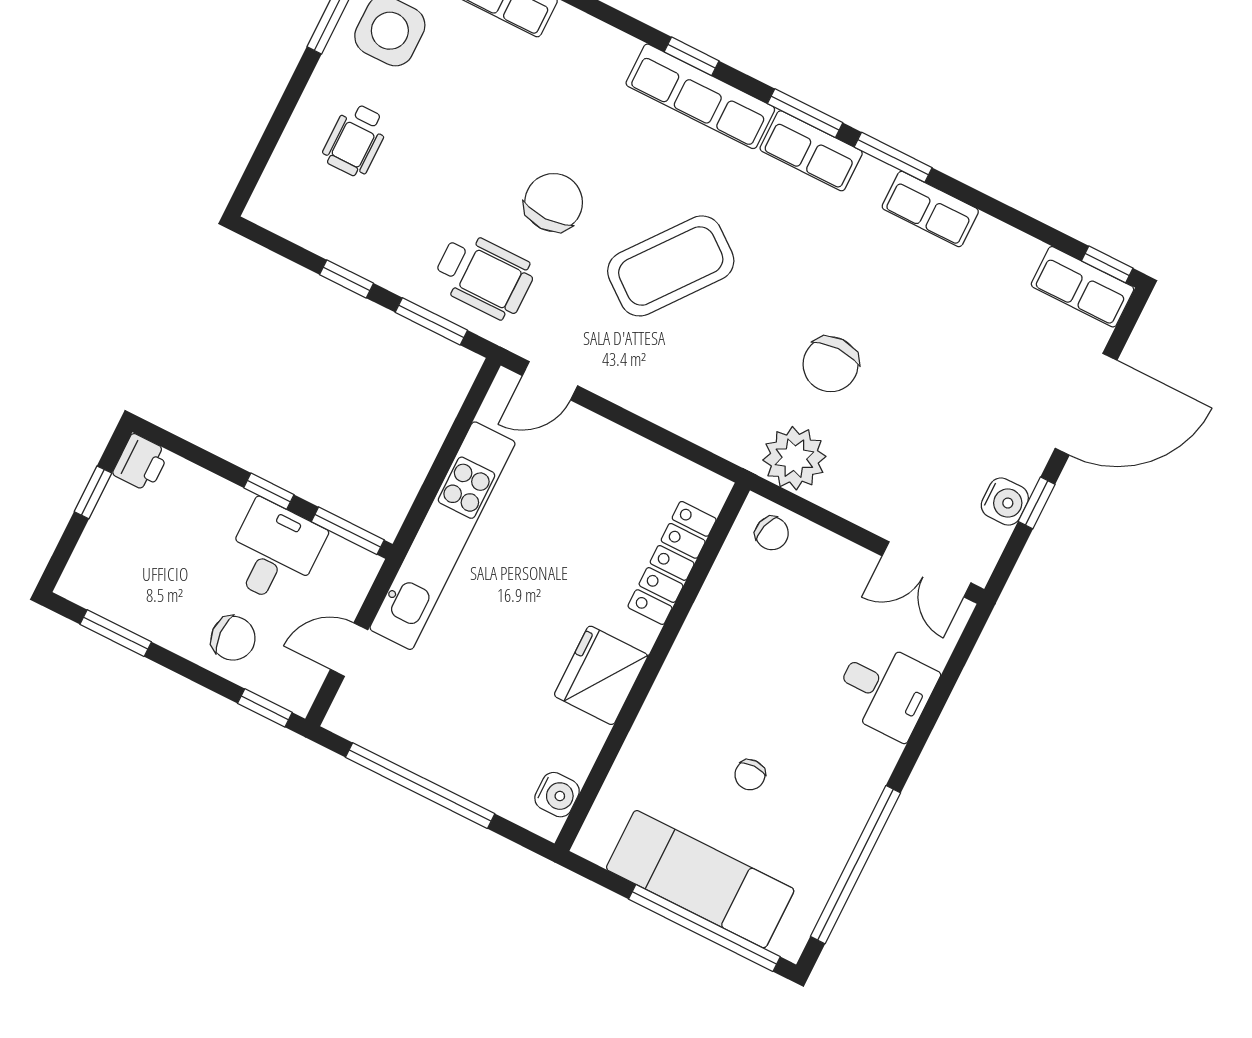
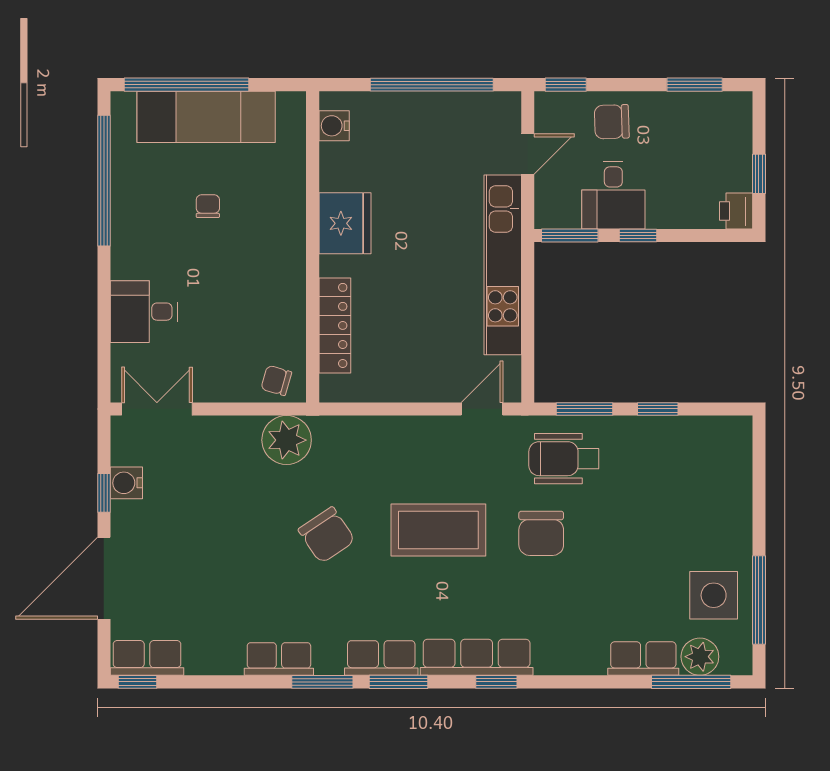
wheelchair: (355, 140) -> (700, 508), removed
coffee table: (671, 266) -> (438, 530), turned 52
chair: (831, 364) -> (327, 535), moved, turned 146

